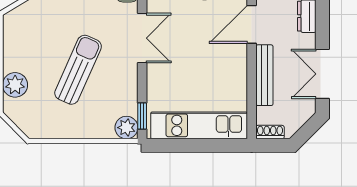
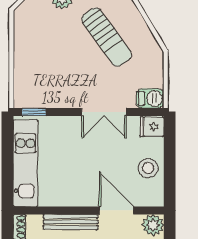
sun lounger: (78, 70) -> (107, 37), moved, turned 30
plant: (126, 128) -> (24, 98), removed

